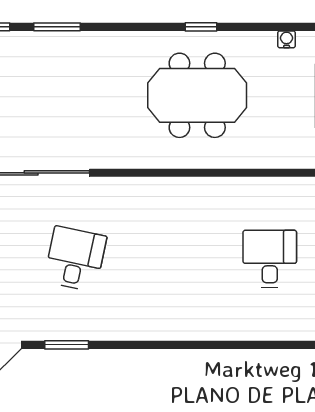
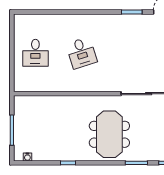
meeting table: (197, 95) -> (109, 134), moved, turned 90
desk: (75, 259) -> (82, 53), moved, turned -30

